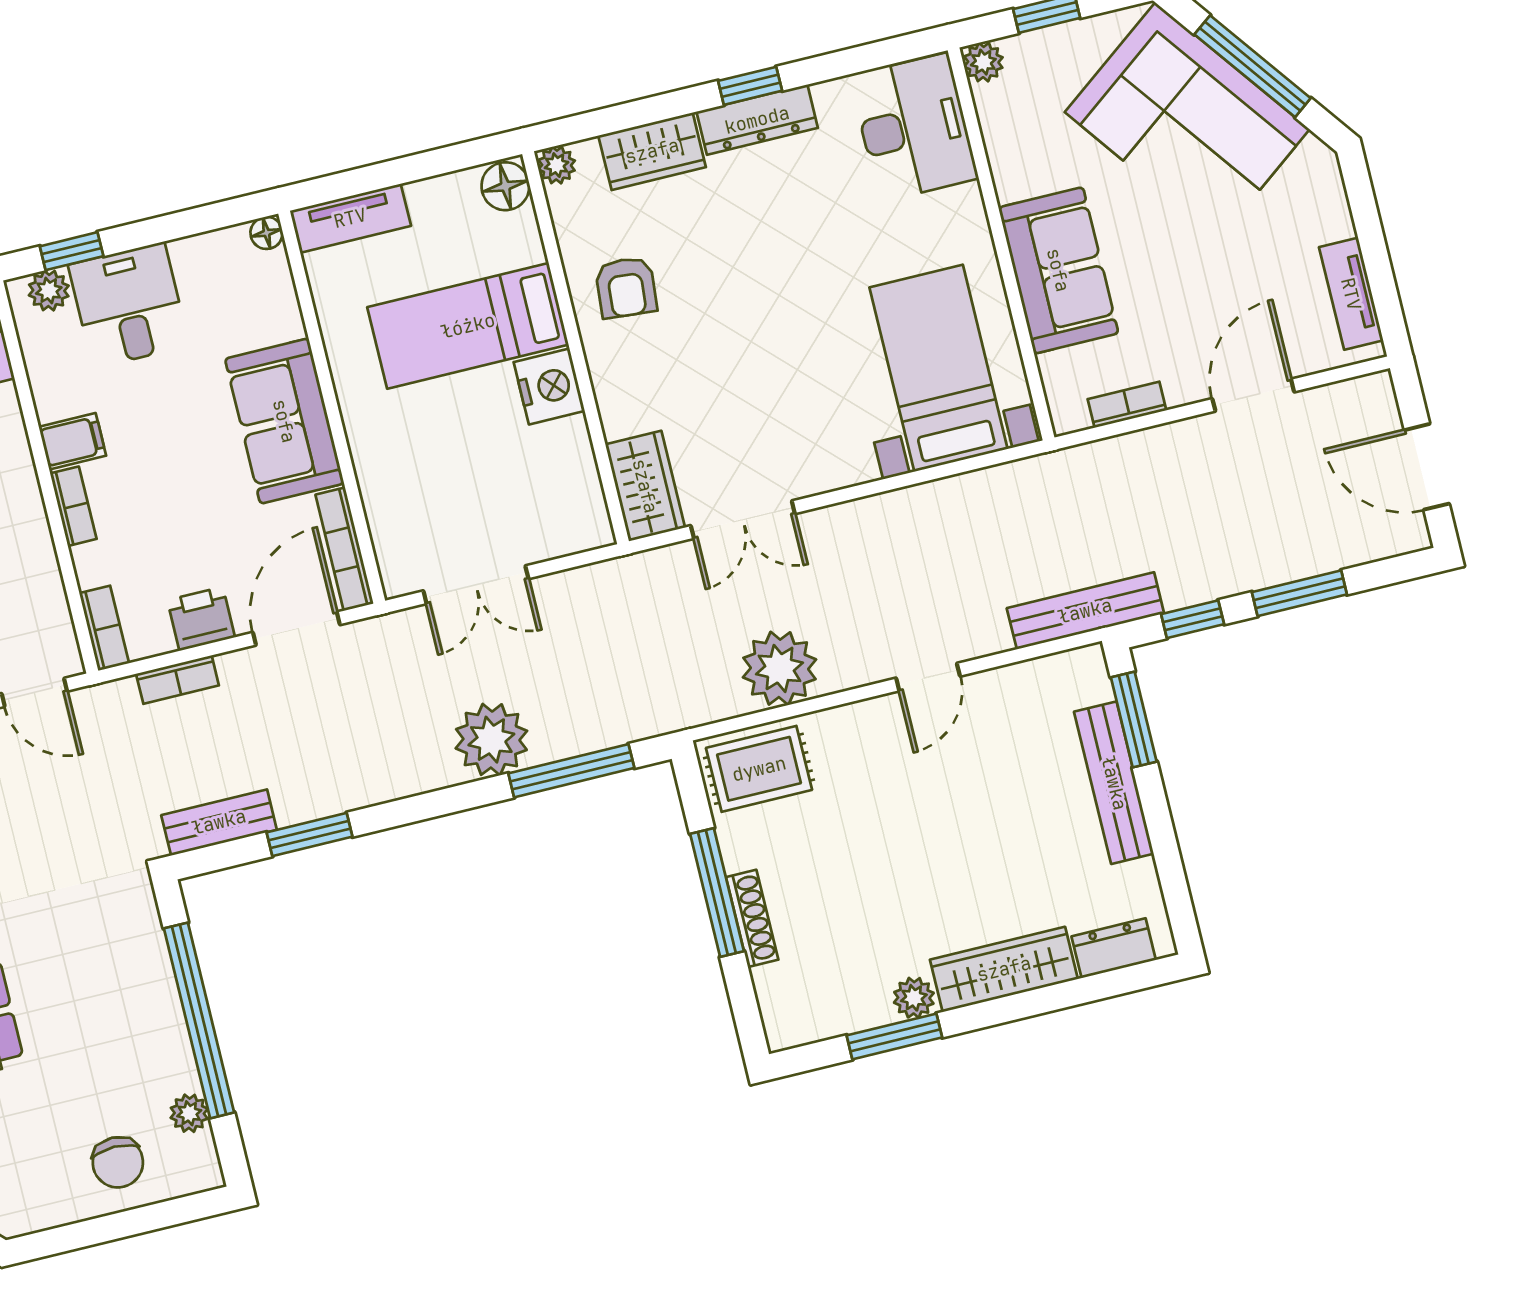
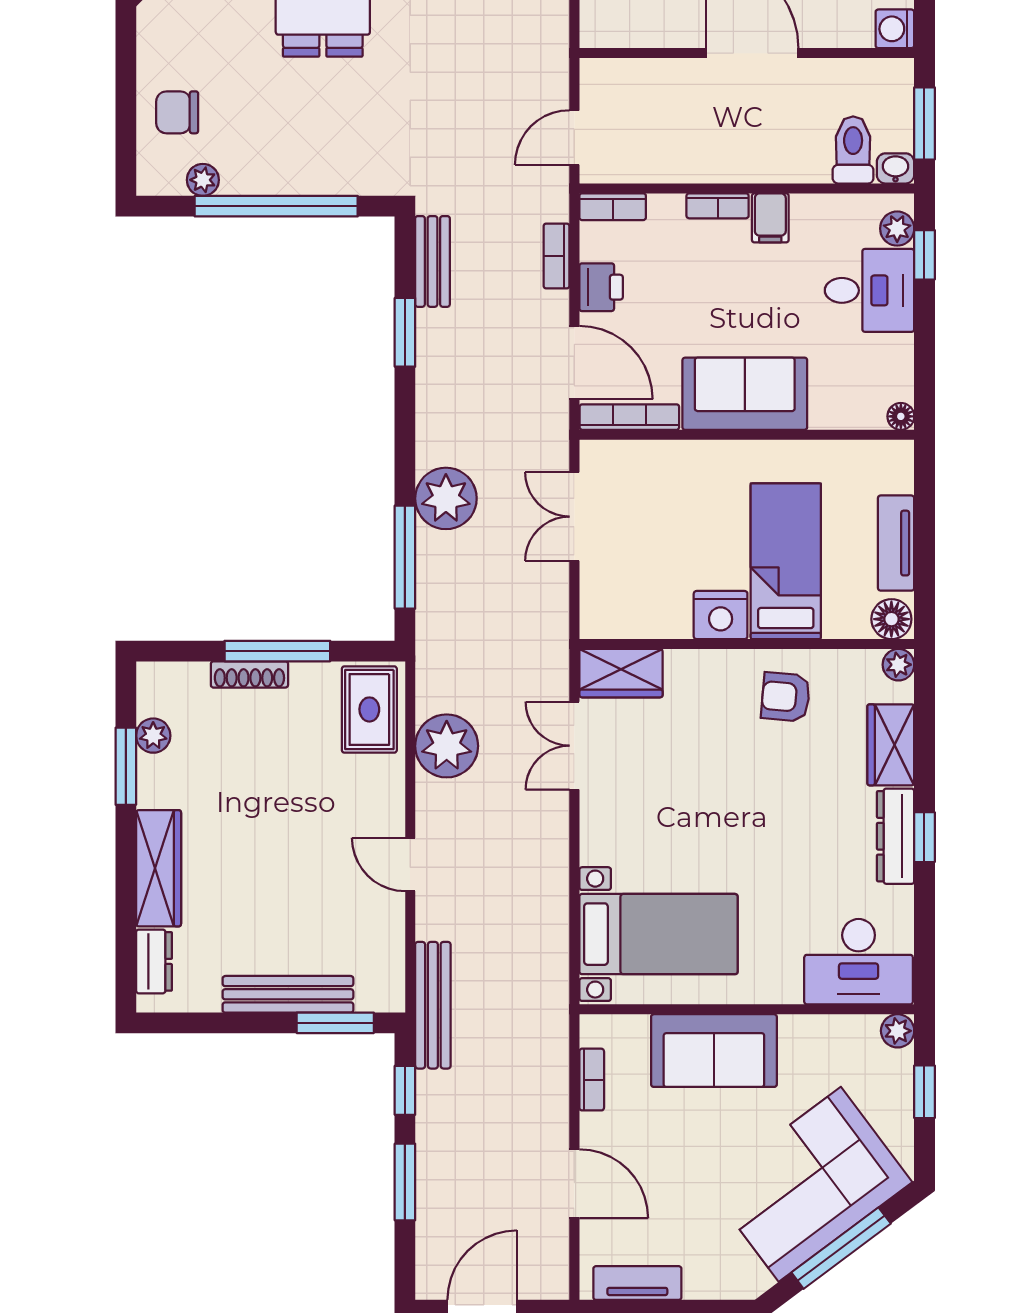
tv unit: (350, 218) -> (896, 543), moved
plant: (914, 998) -> (153, 736), moved

